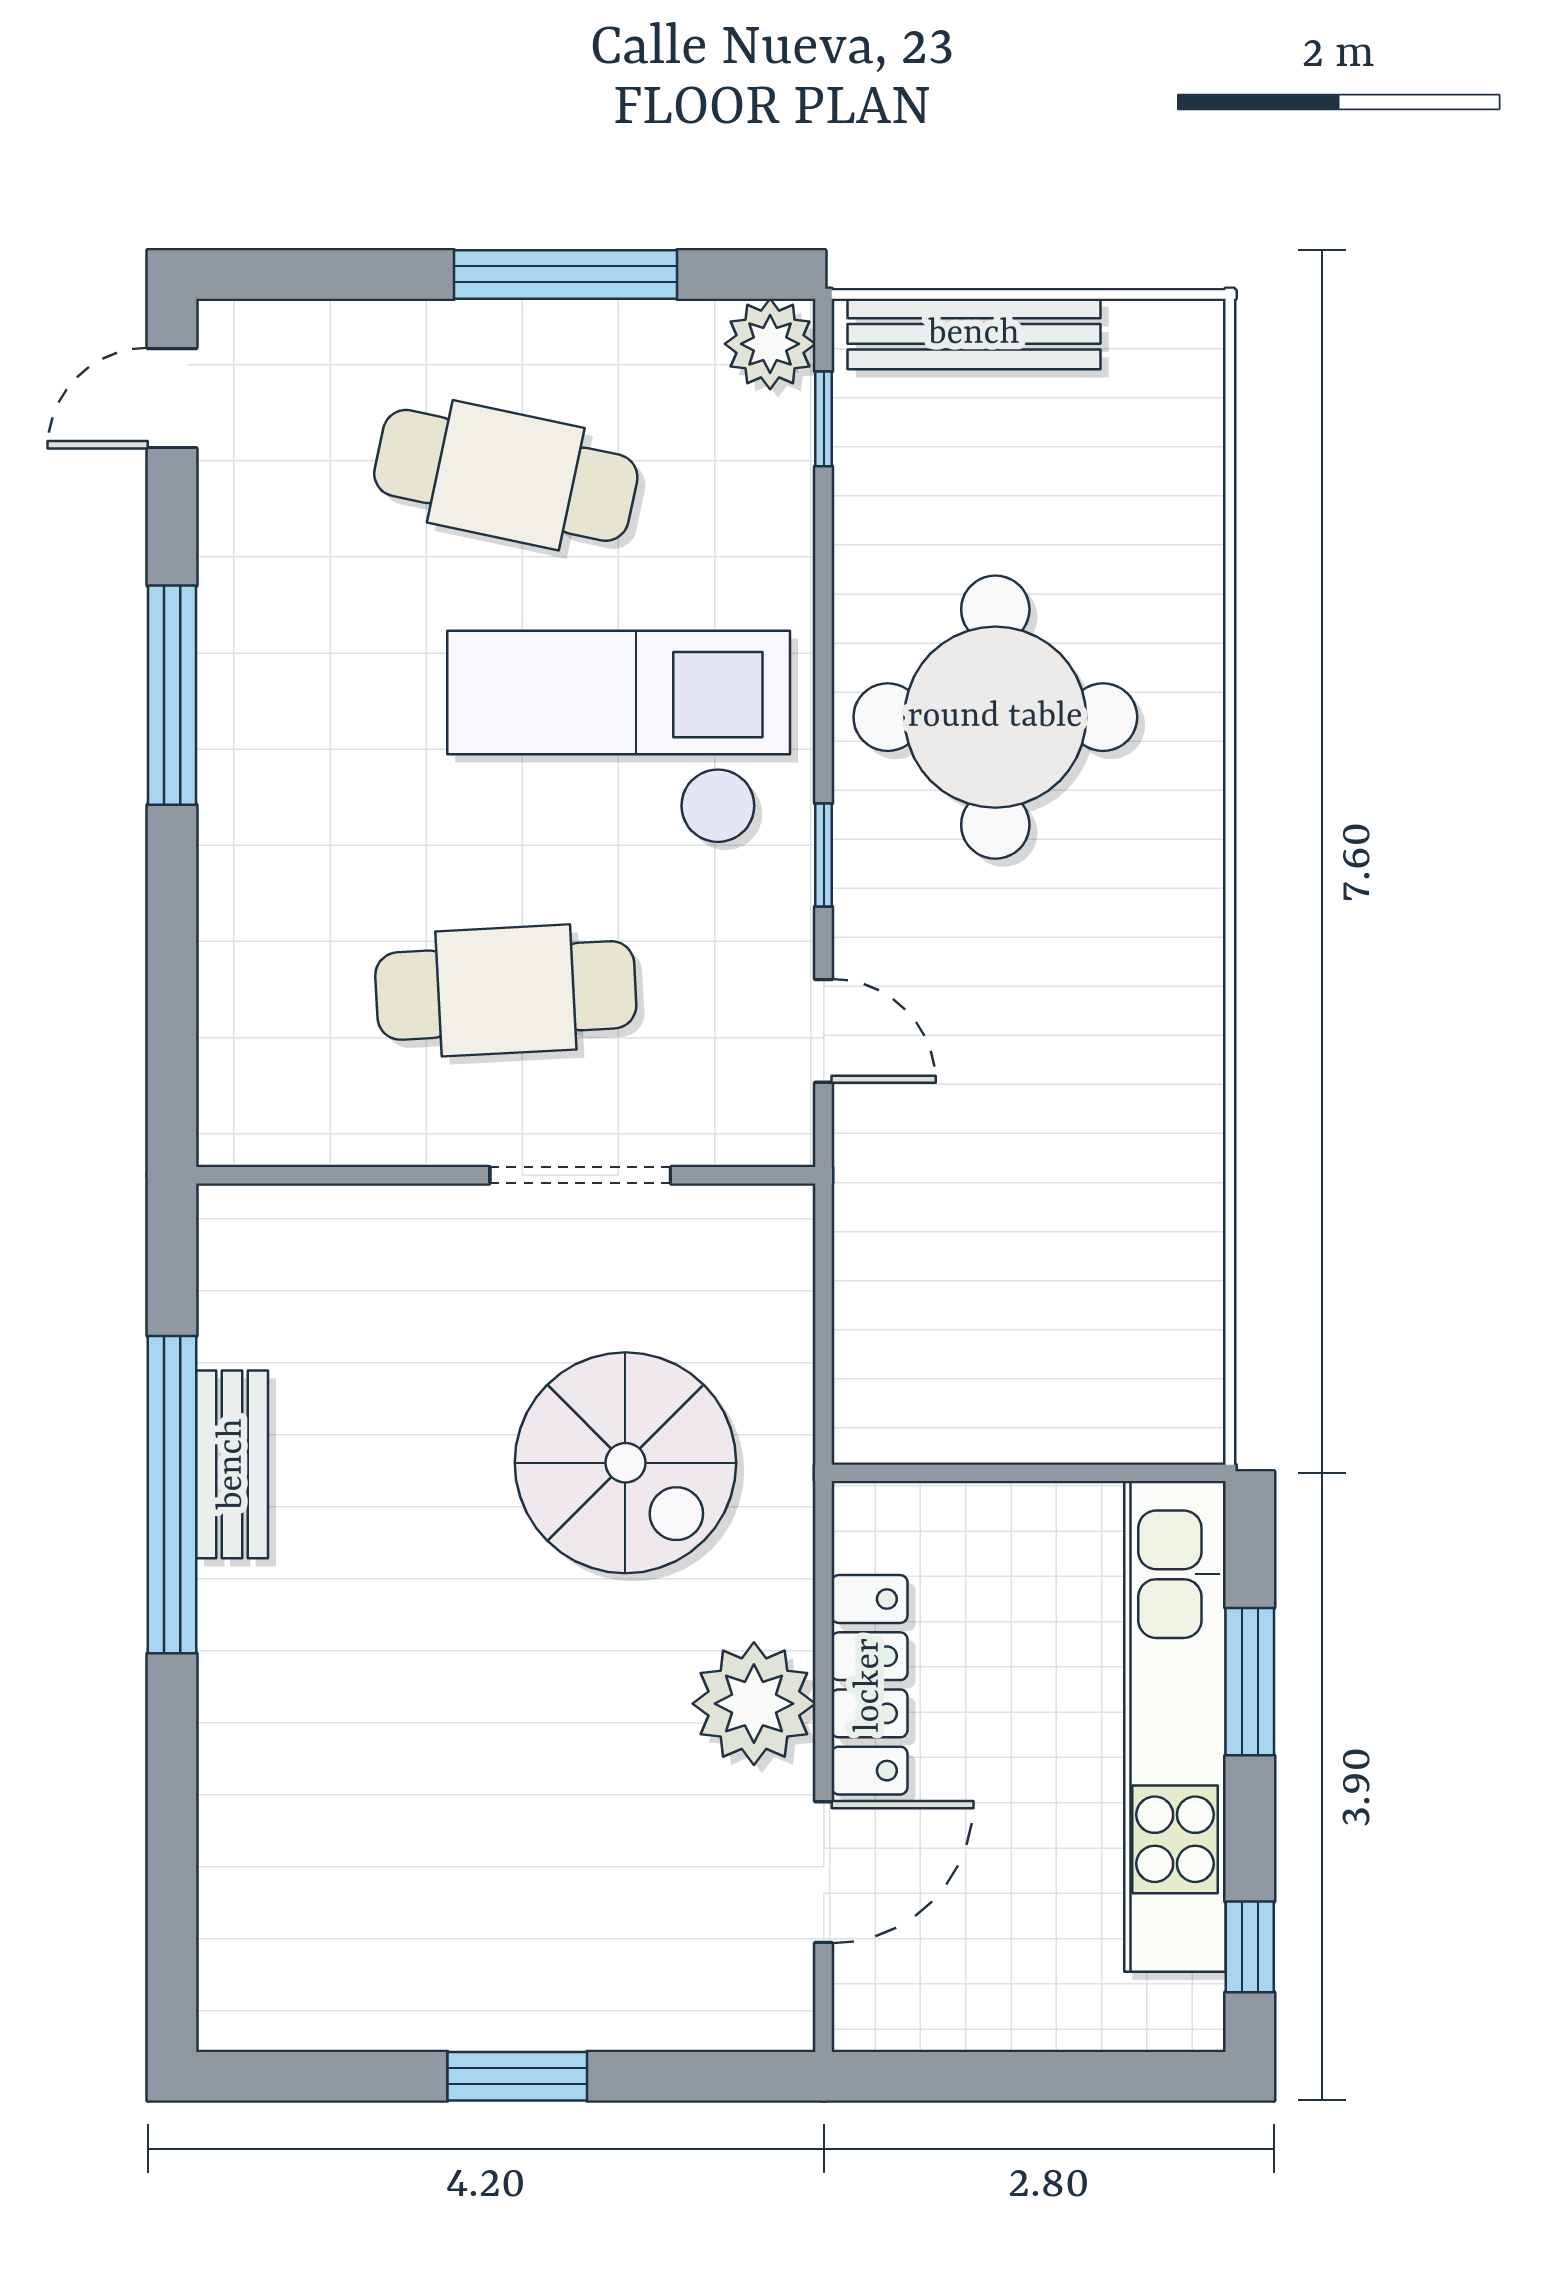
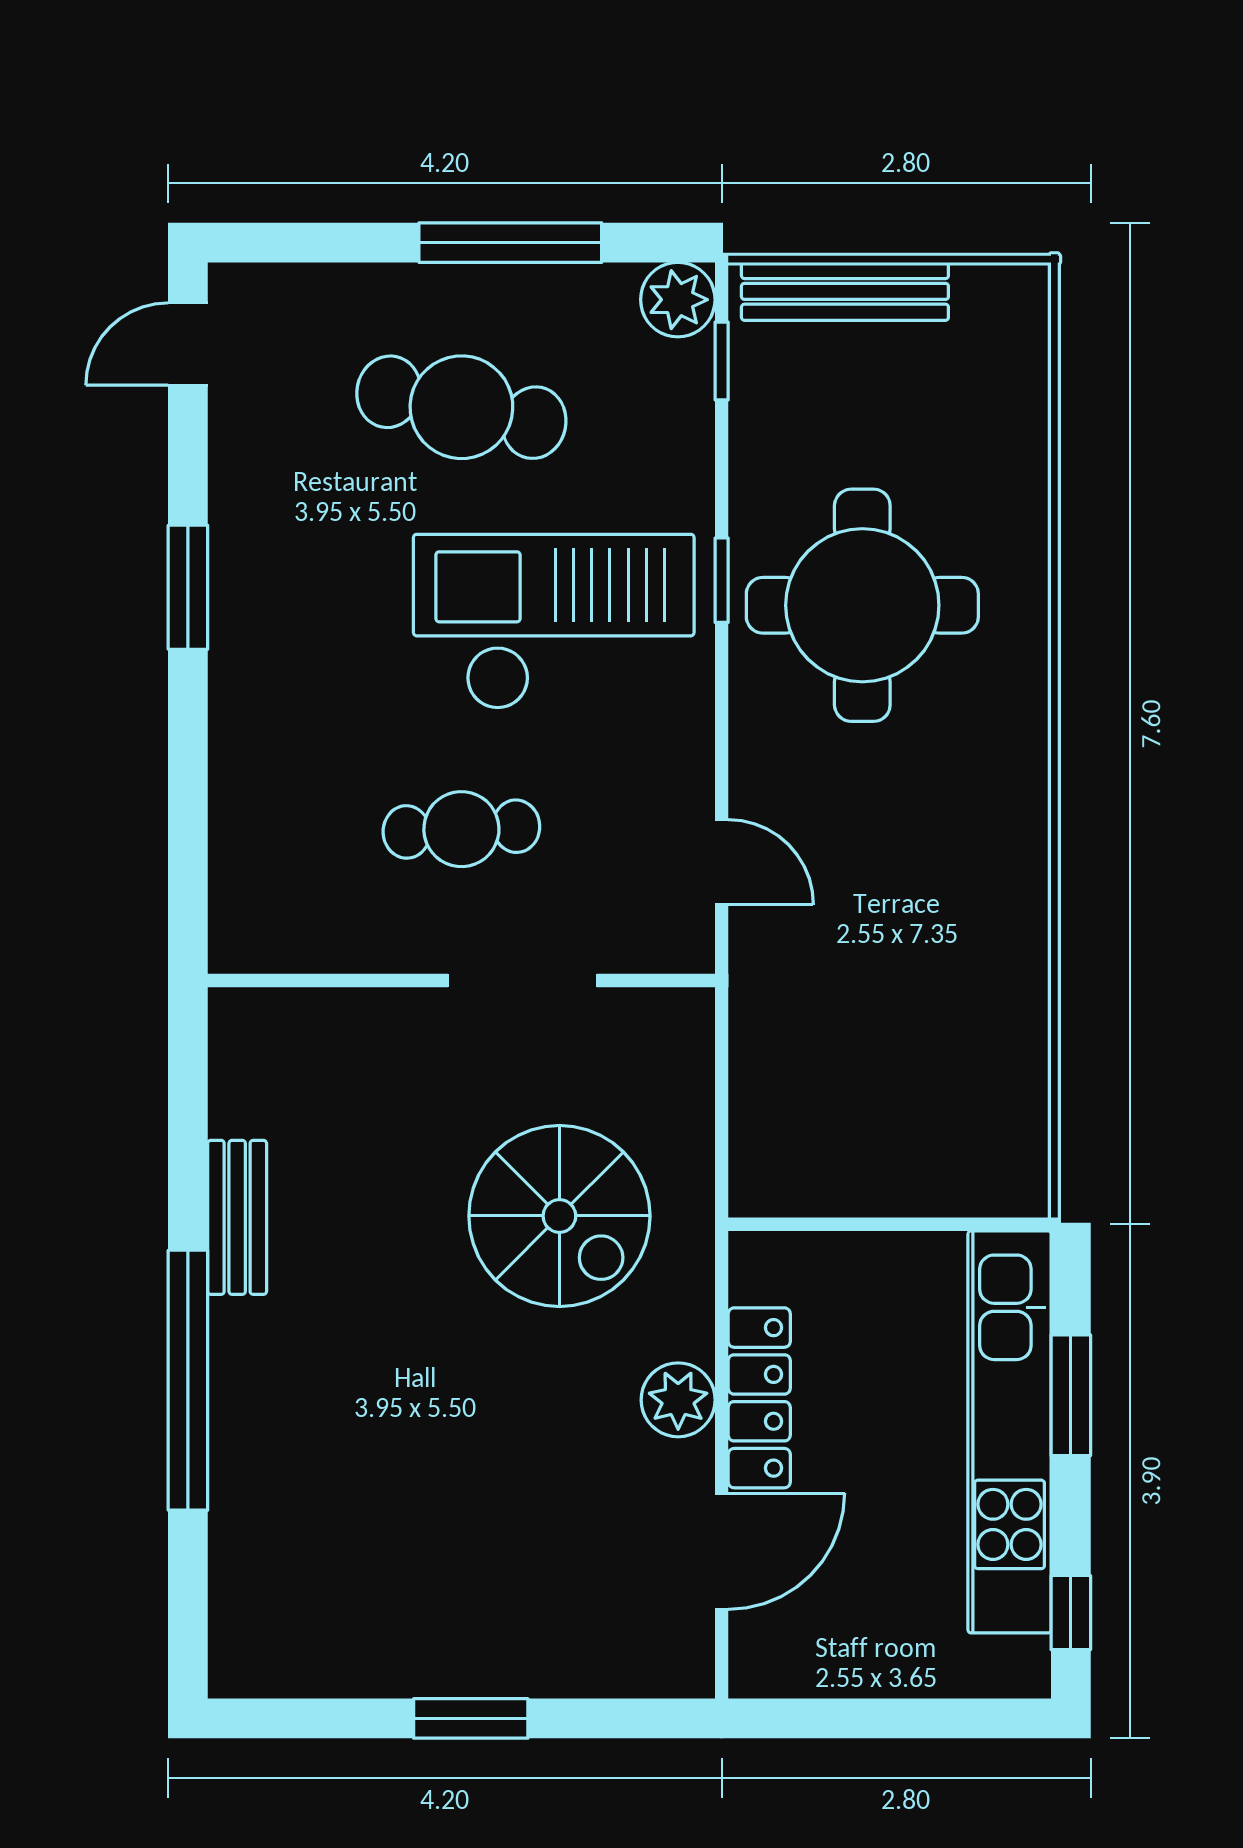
window: (172, 695) -> (188, 587), width x0.69
window: (824, 855) -> (722, 580), moved
cafe table: (506, 990) -> (461, 829), width x0.73, depth x0.74
window: (172, 1495) -> (188, 1380), moved
plant: (754, 1704) -> (678, 1400), width x0.73, depth x0.73

